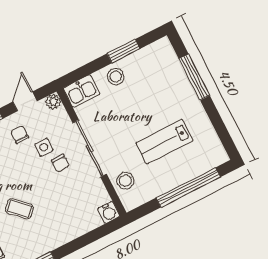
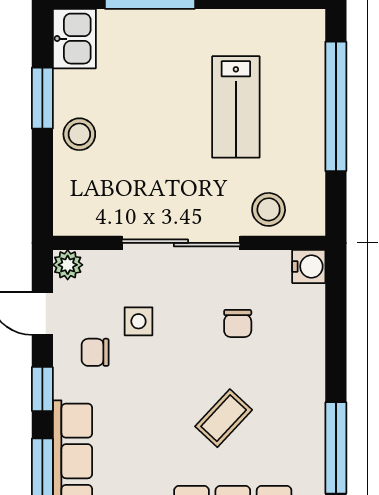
kitchen sink: (82, 91) -> (74, 39), moved
chair: (60, 163) -> (238, 323), moved, turned 90

